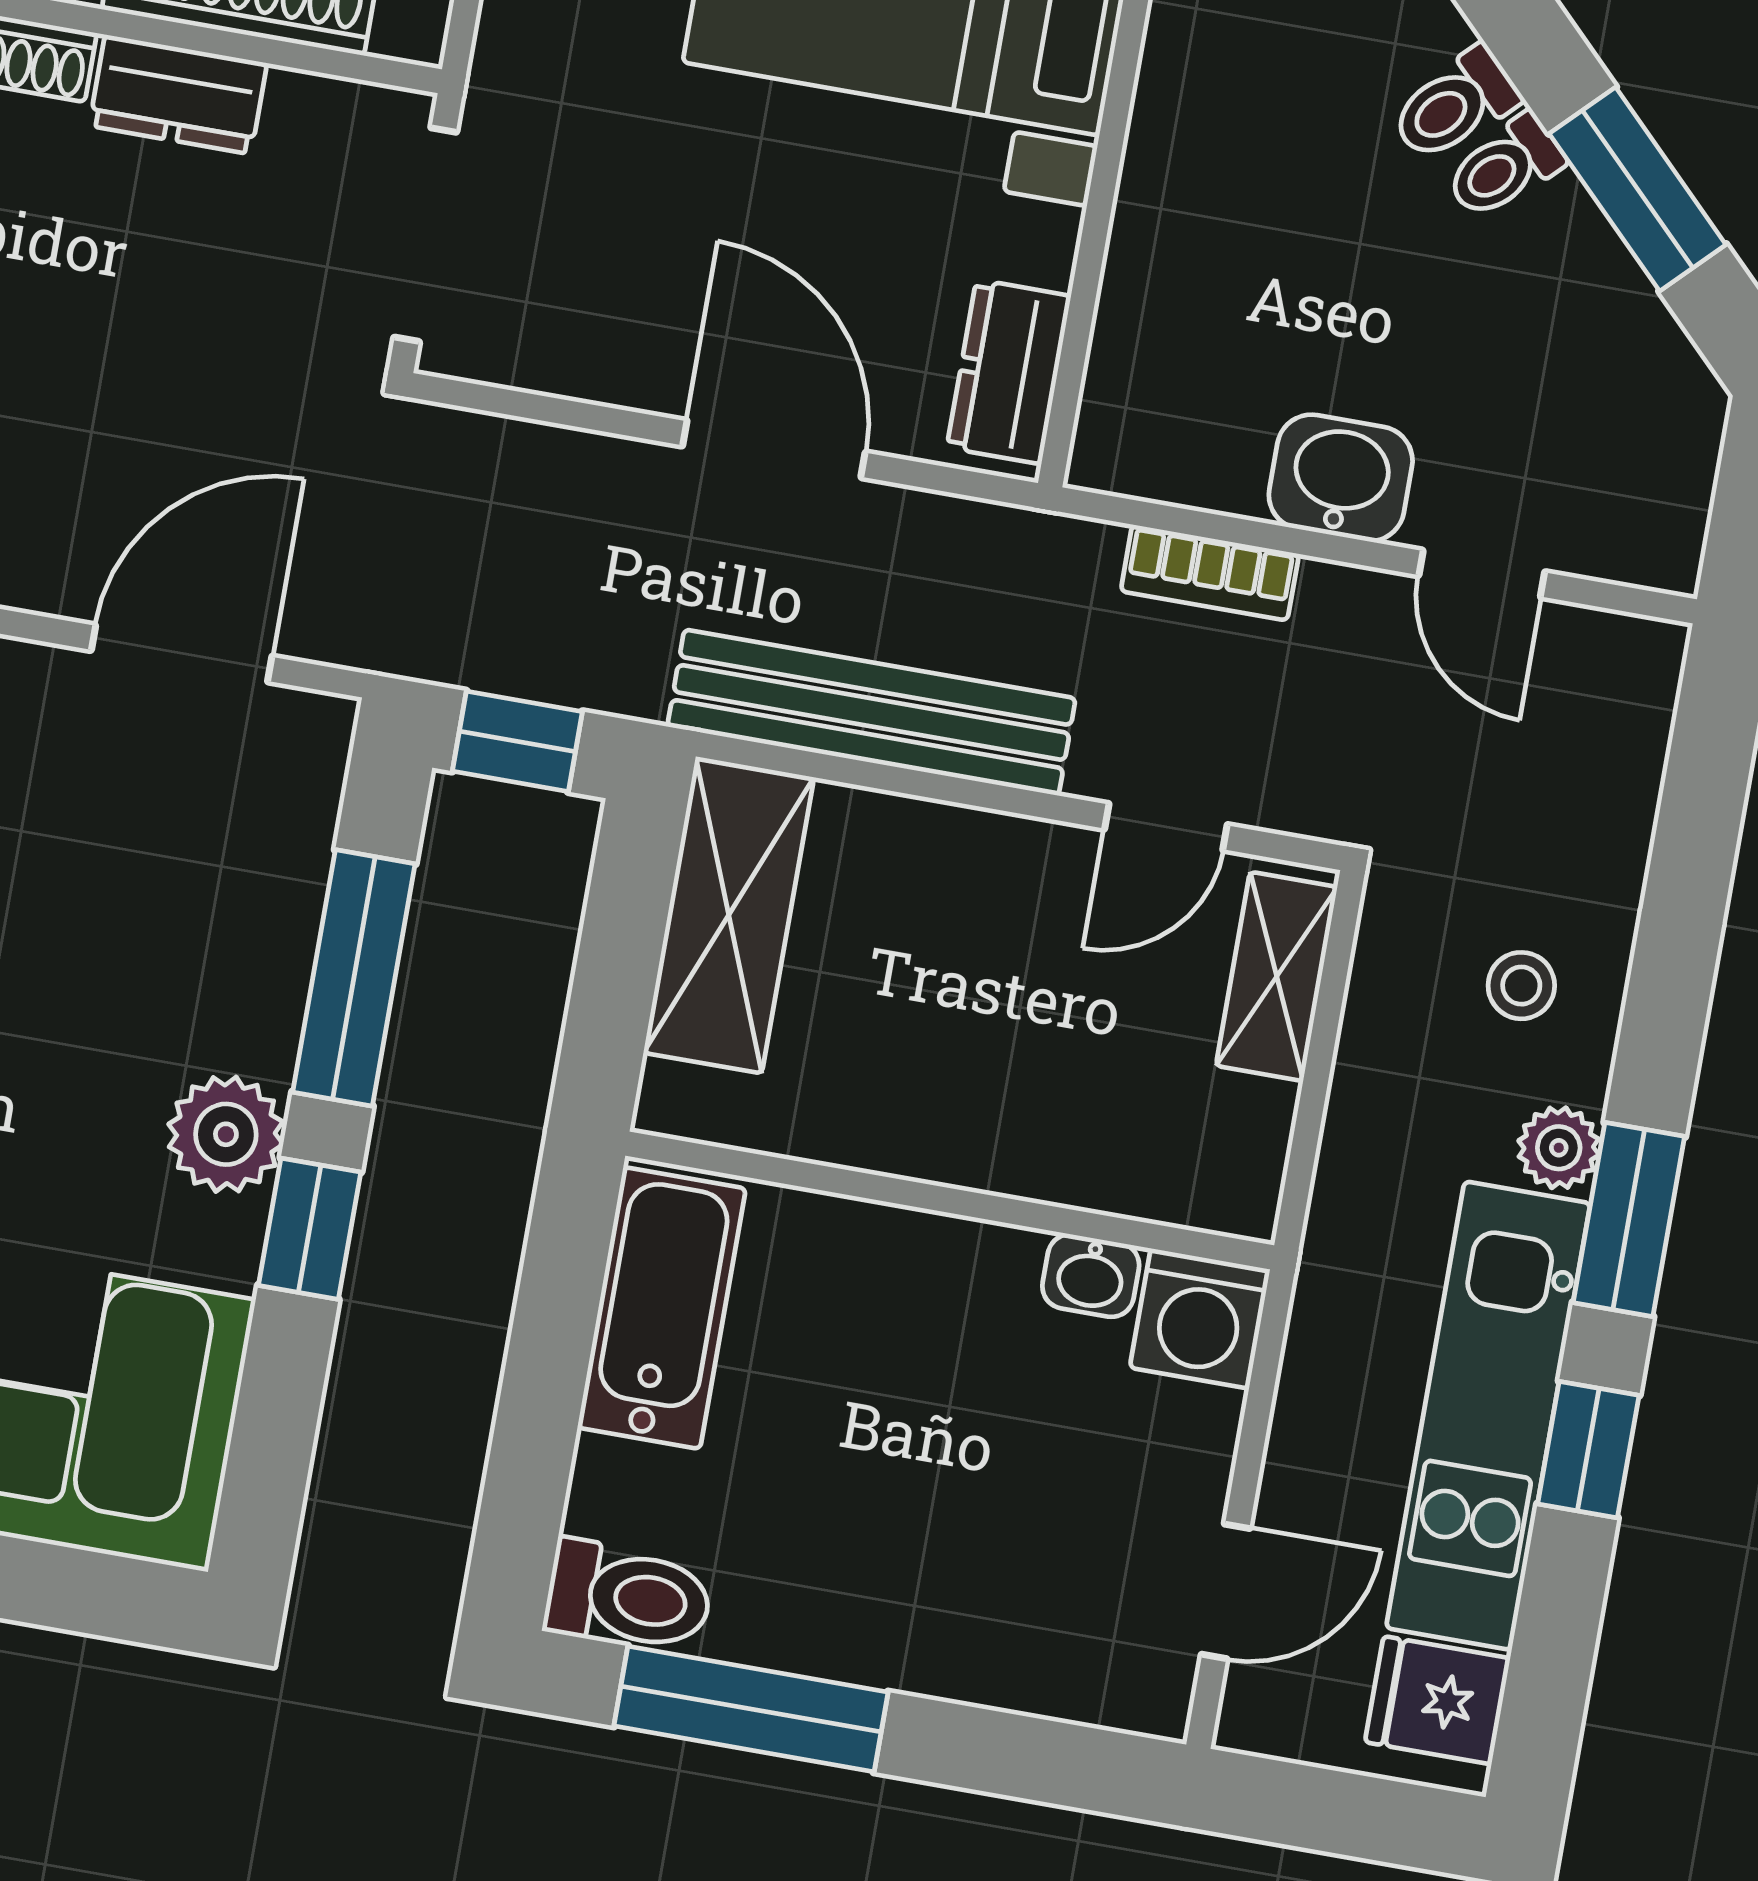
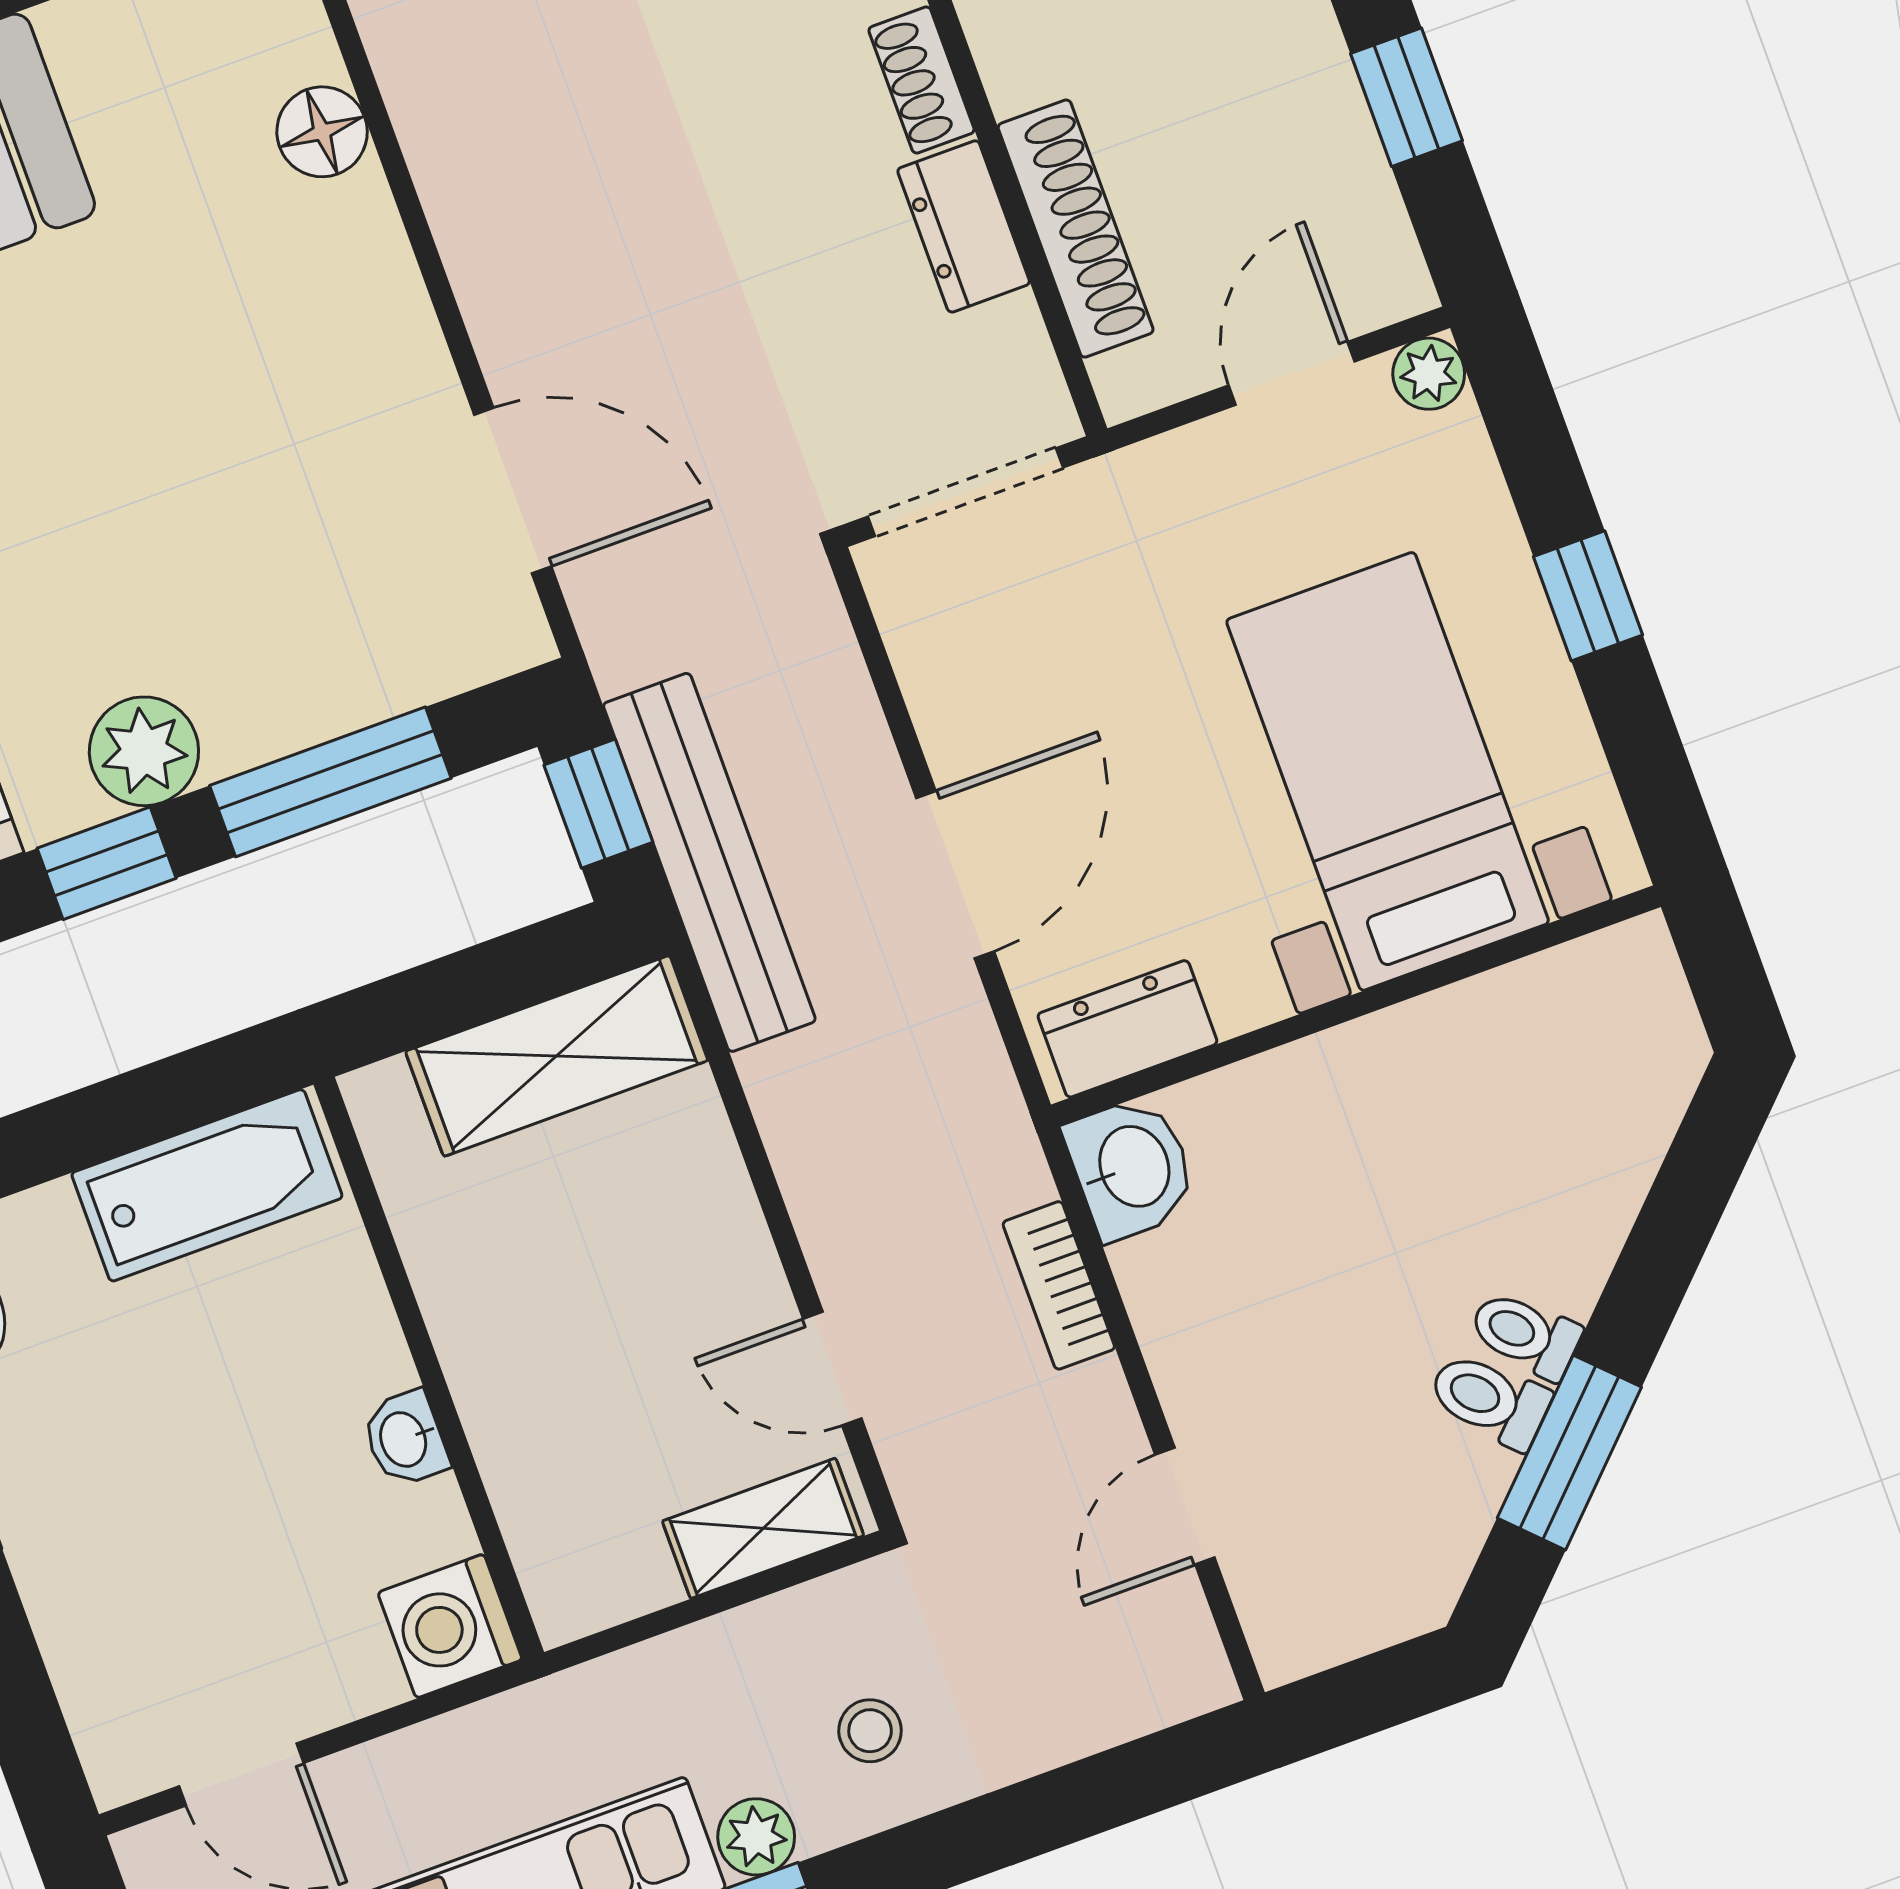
toilet: (1455, 105) -> (1489, 1400), moved
washbasin: (1341, 478) -> (1131, 1168), moved
bench: (871, 712) -> (709, 862), moved
washbasin: (1091, 1276) -> (405, 1439), moved

